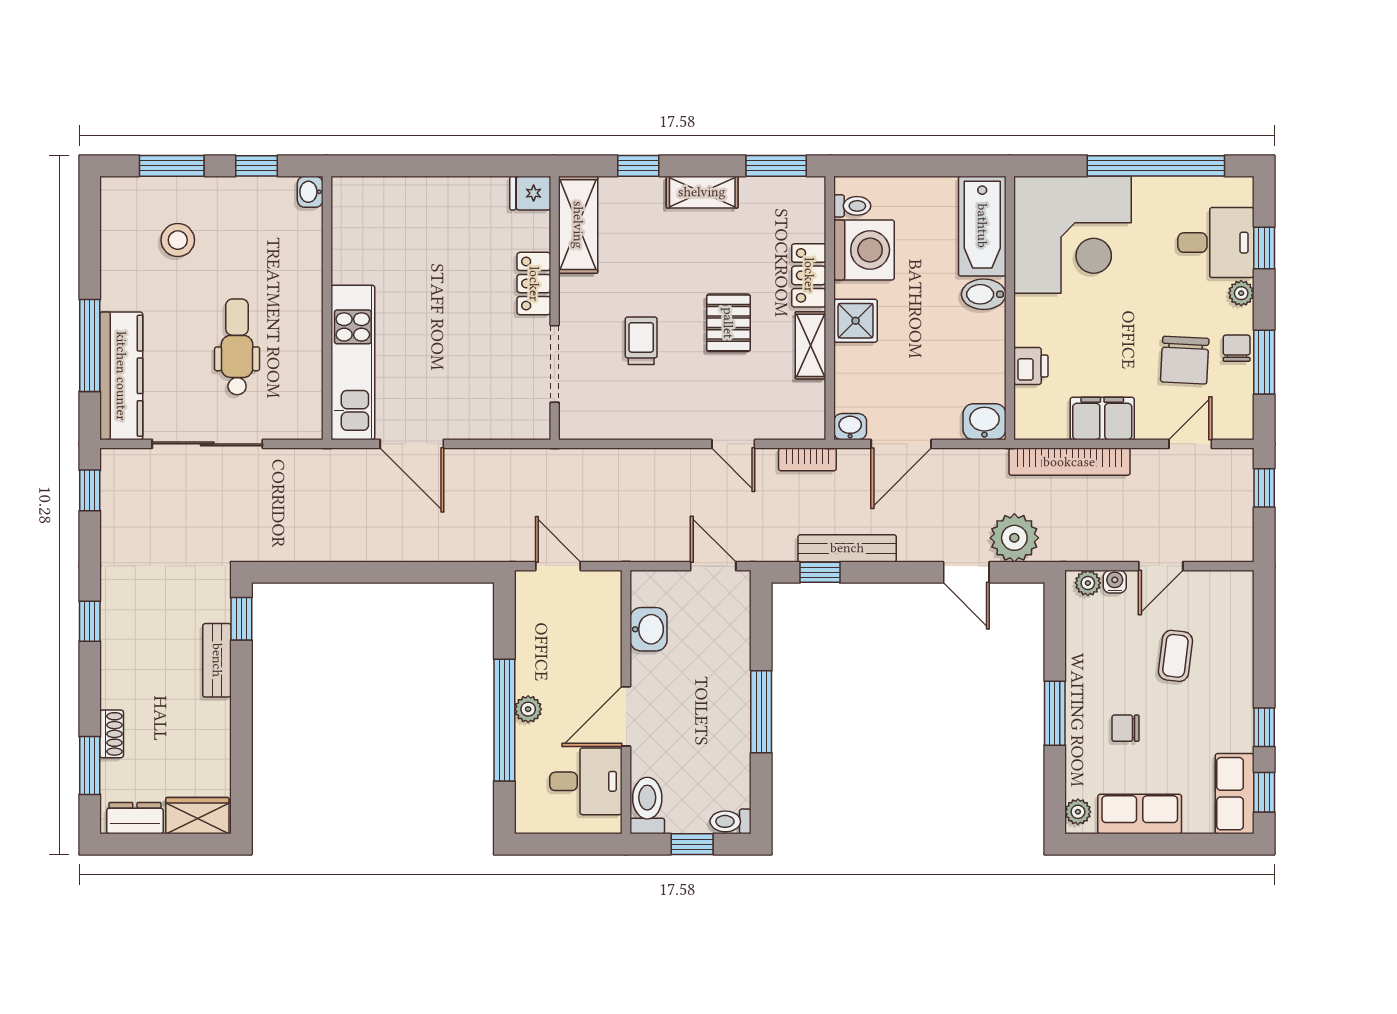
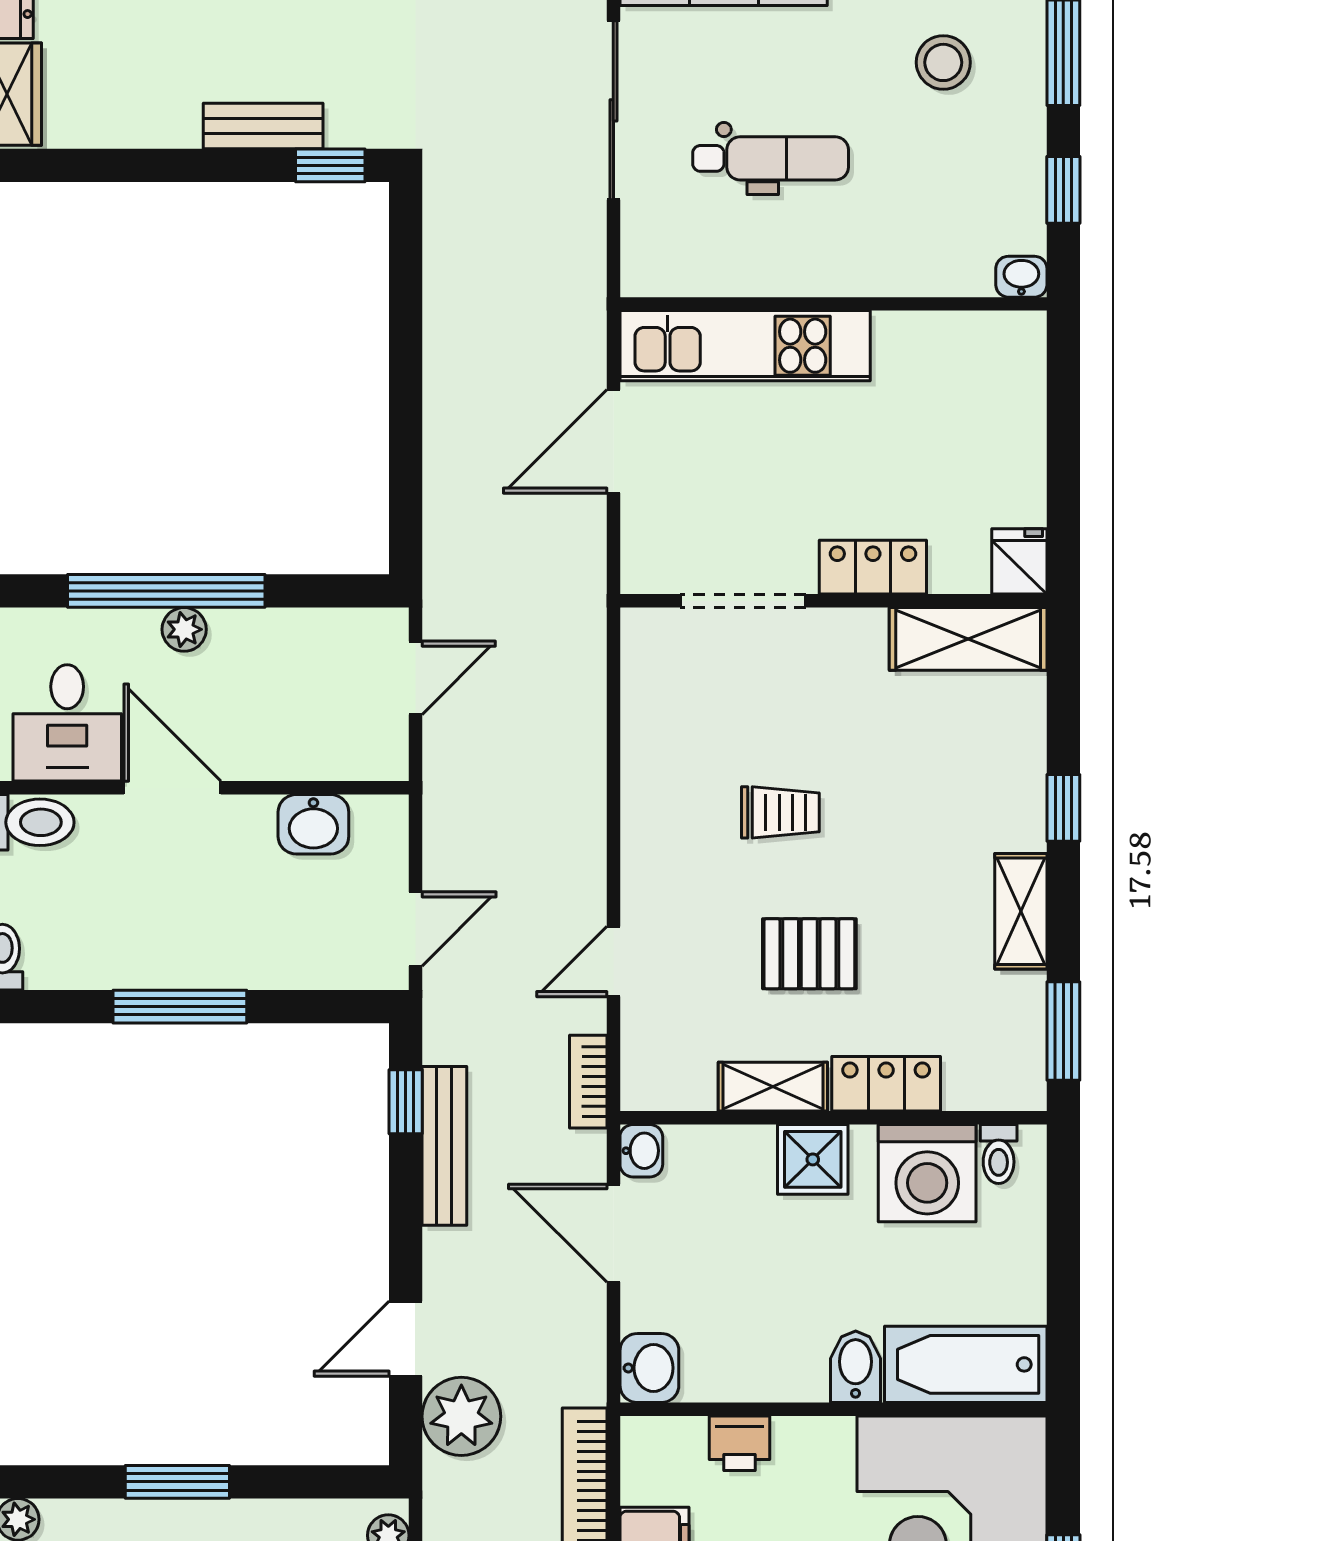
fridge: (530, 193) -> (1019, 561), moved
shelving: (578, 225) -> (968, 639), moved
locker: (534, 284) -> (873, 567), moved
wall: (555, 308) -> (833, 601), moved
doorway: (555, 364) -> (743, 601), moved

